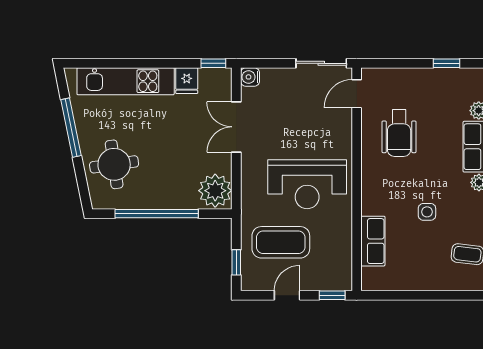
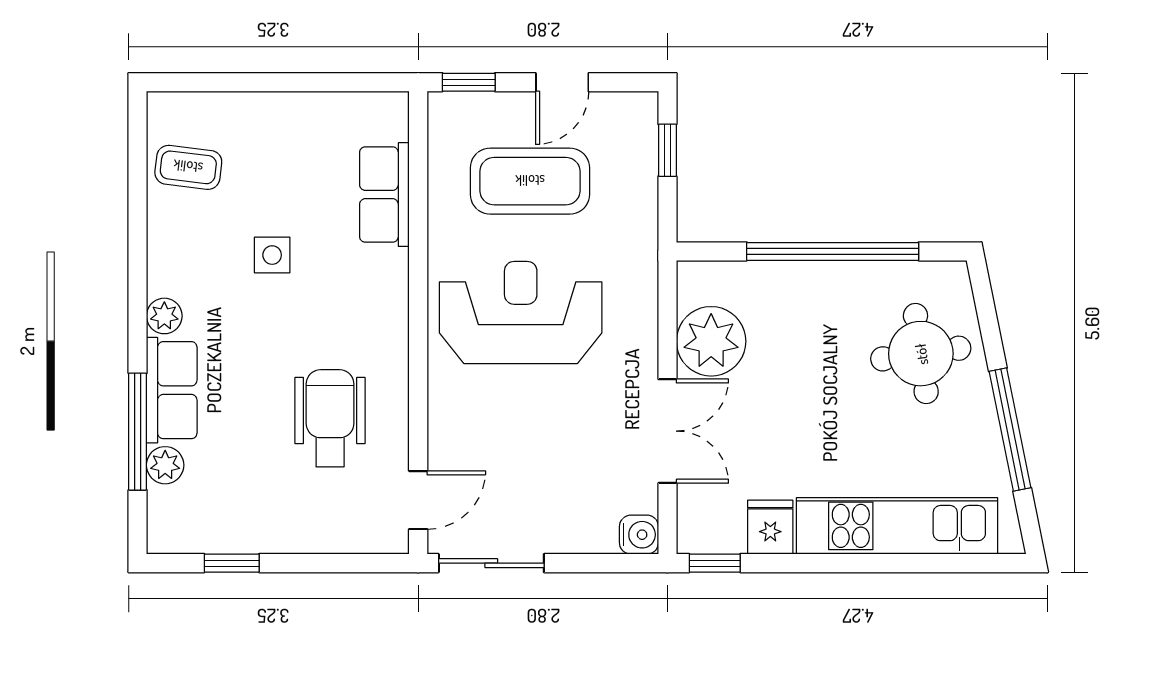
plant: (215, 191) -> (711, 341), moved
coffee table: (281, 242) -> (530, 181), moved

